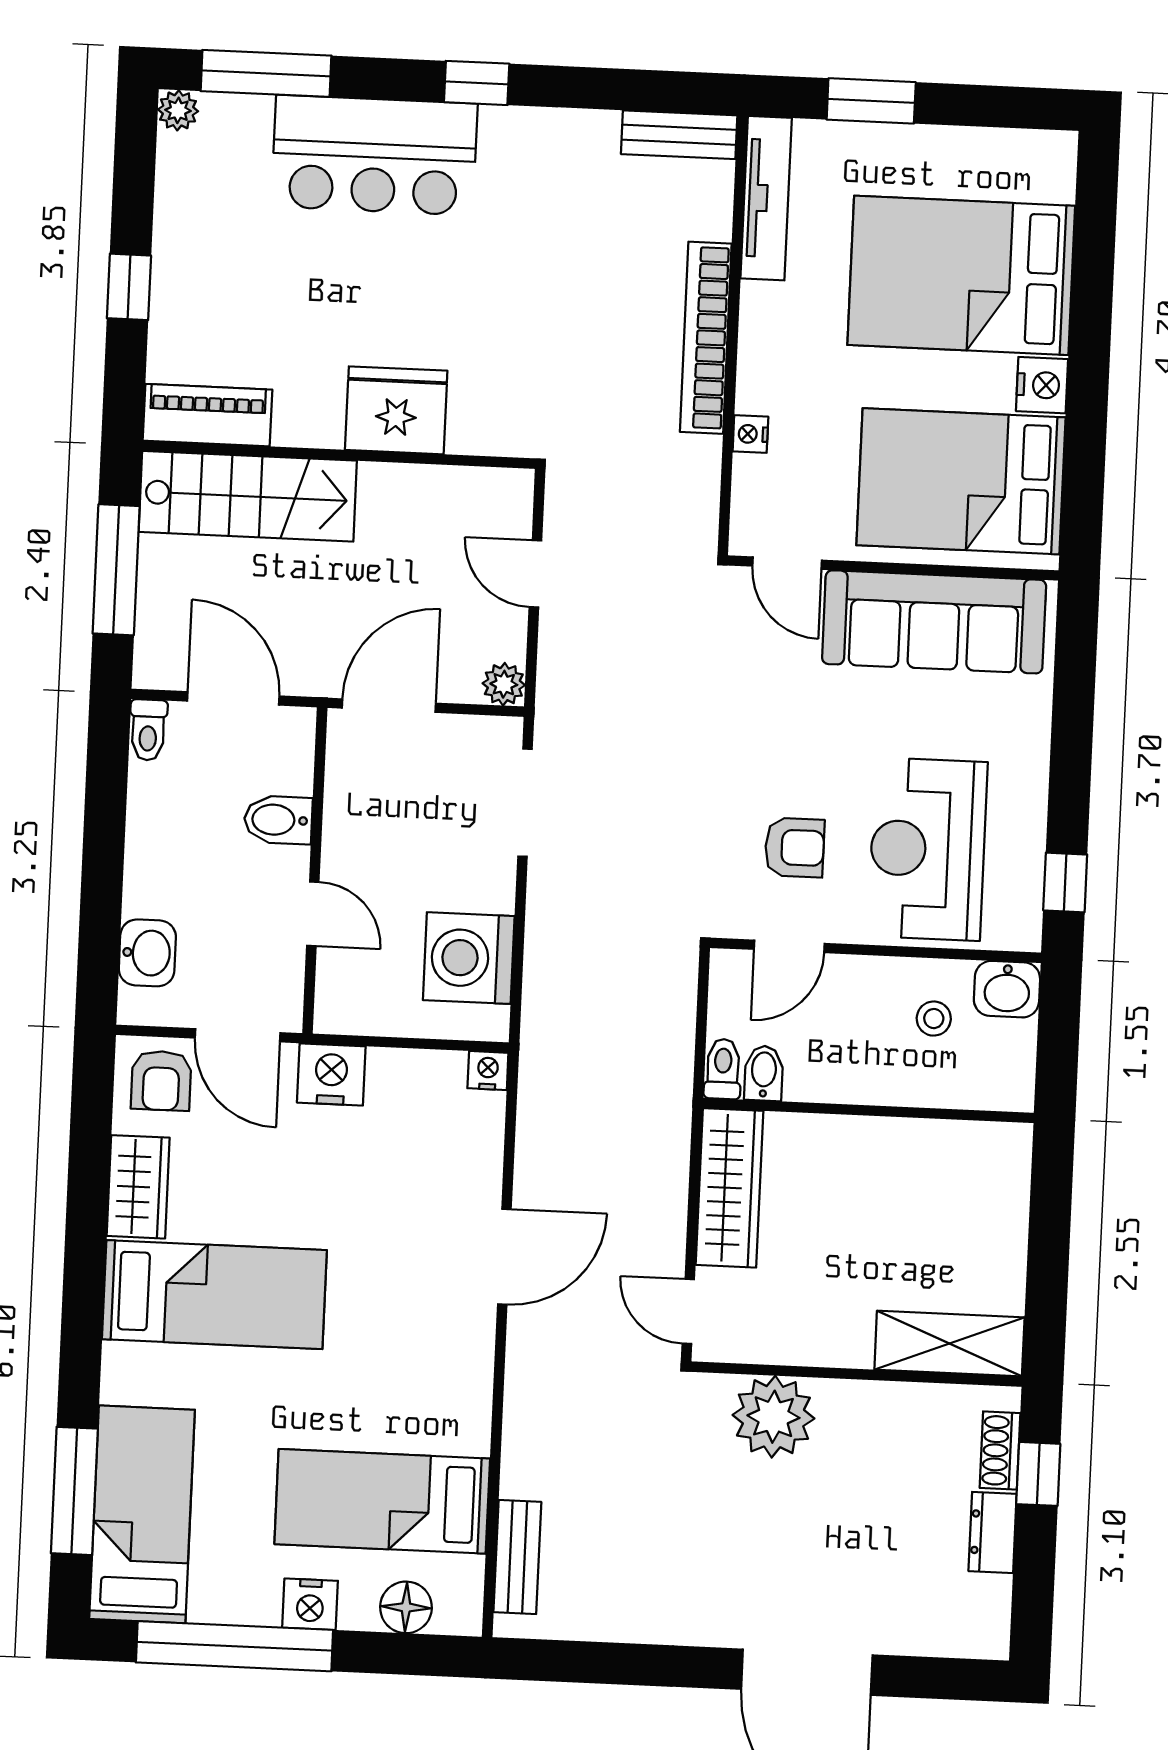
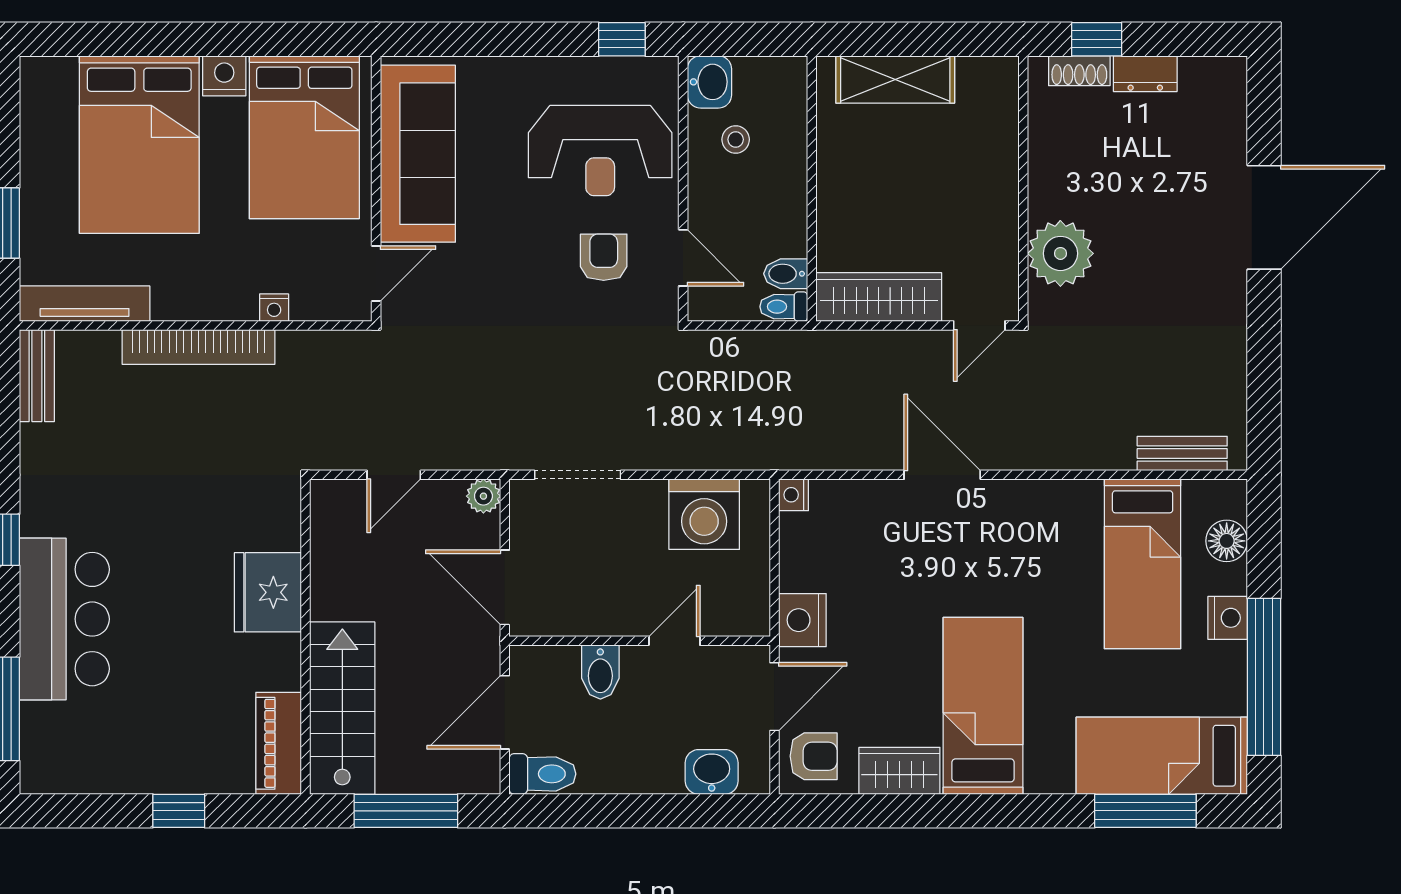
plant: (178, 110) -> (36, 778), removed
toilet: (148, 730) -> (542, 774), width x1.37, depth x1.39
shelving: (949, 1344) -> (895, 79), moved, turned 90

